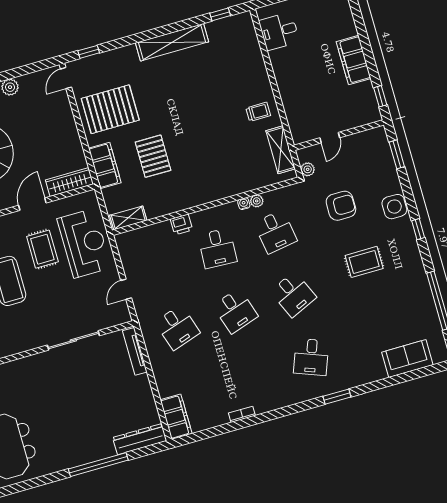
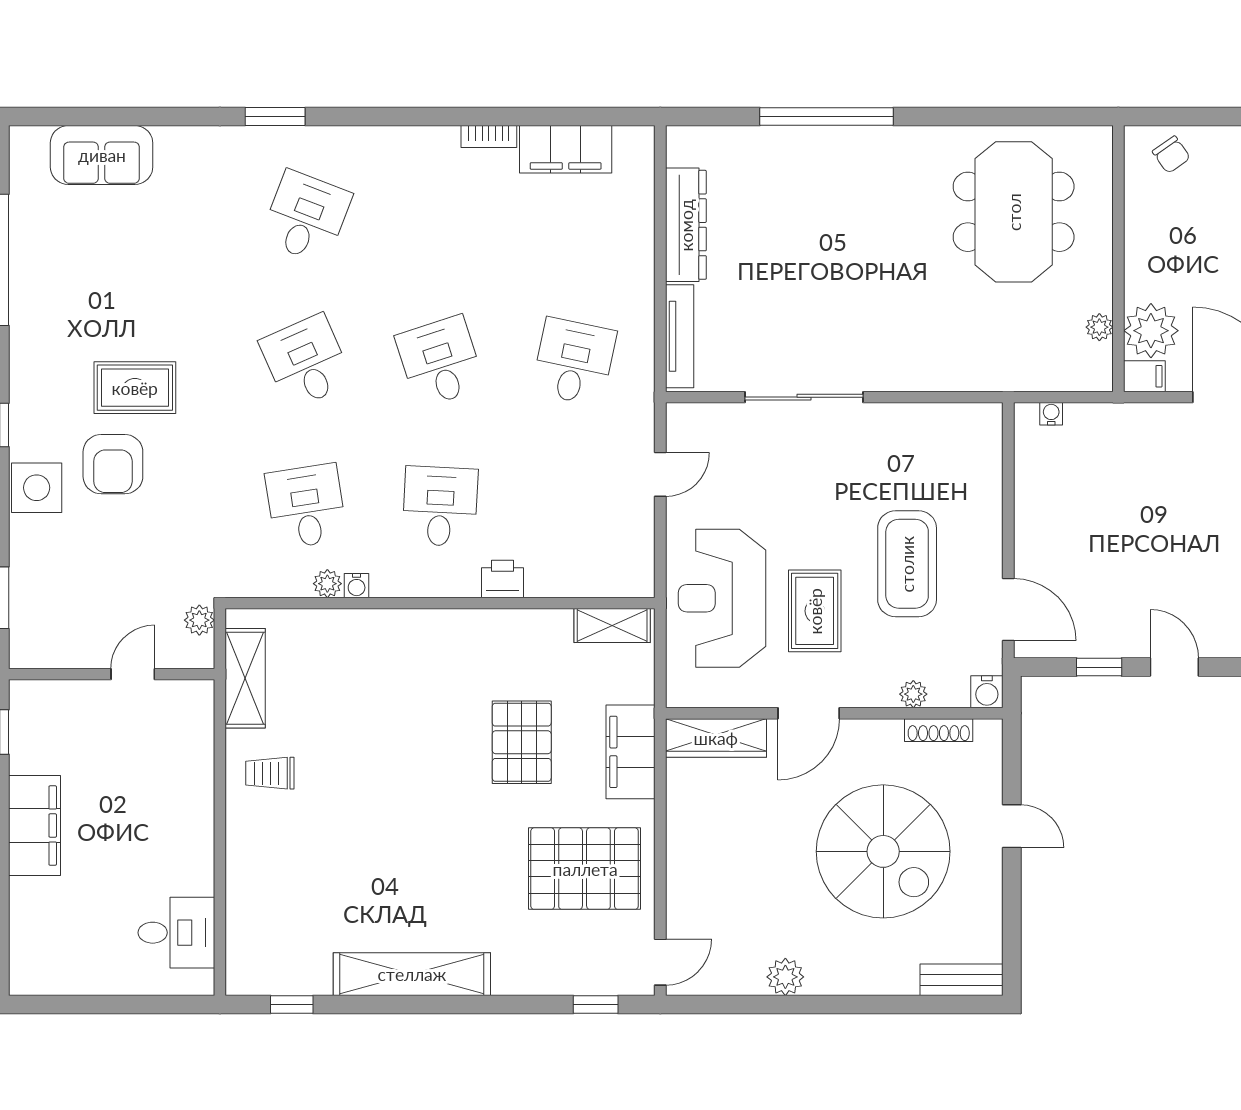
armchair: (341, 206) -> (113, 464), moved, turned -90
desk: (177, 327) -> (574, 362), turned 30
filing cabinet: (176, 417) -> (566, 149), moved, turned -90
dresser: (140, 439) -> (686, 225), moved, turned -90

